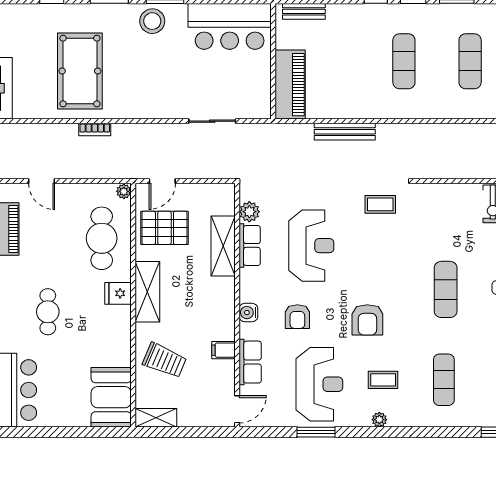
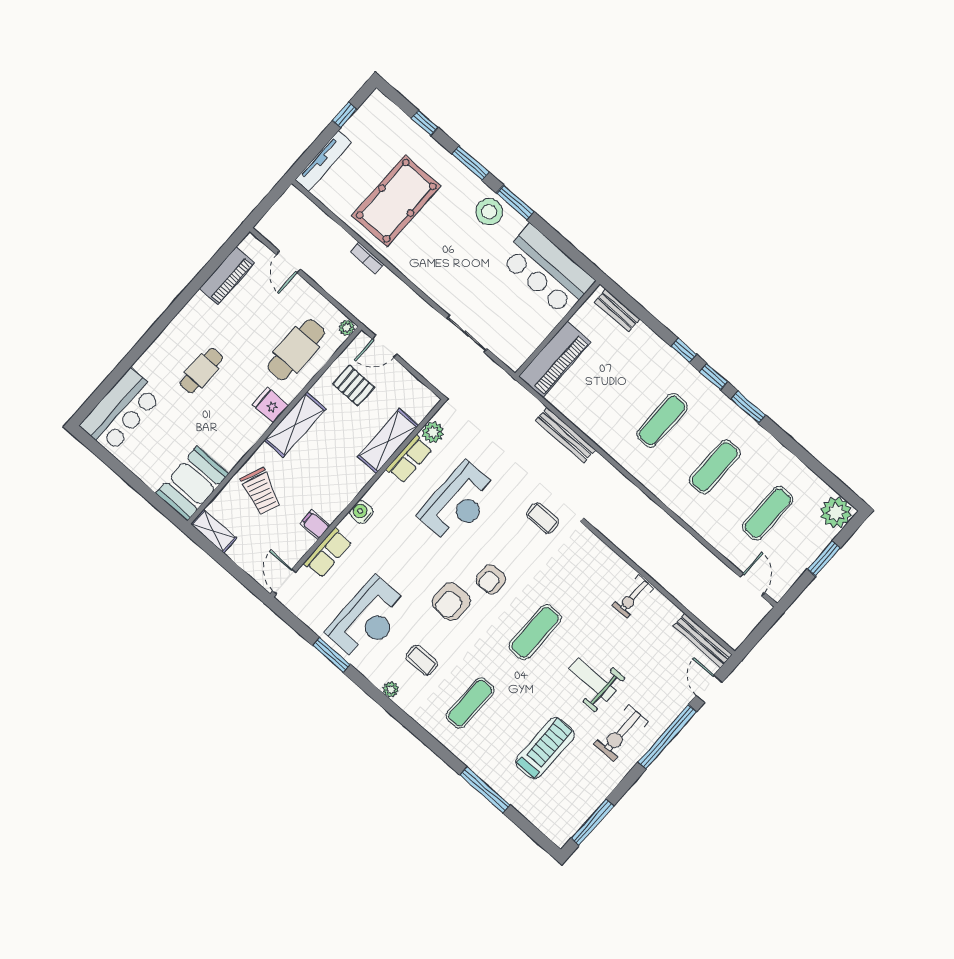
pallet: (164, 228) -> (354, 385), width x0.67, depth x0.71
armchair: (297, 317) -> (491, 579), moved
door: (237, 409) -> (284, 582), swing flipped

